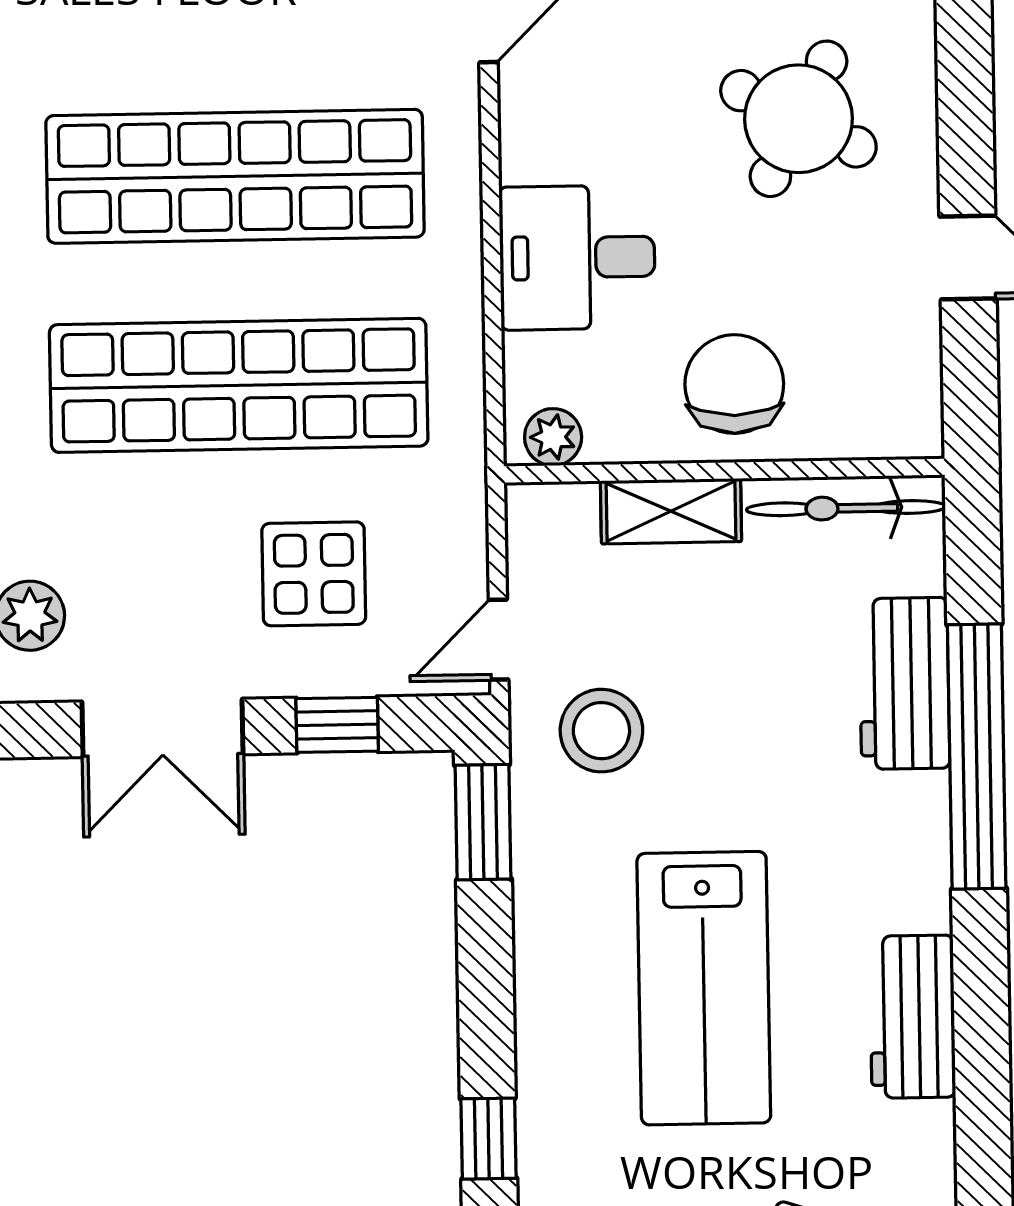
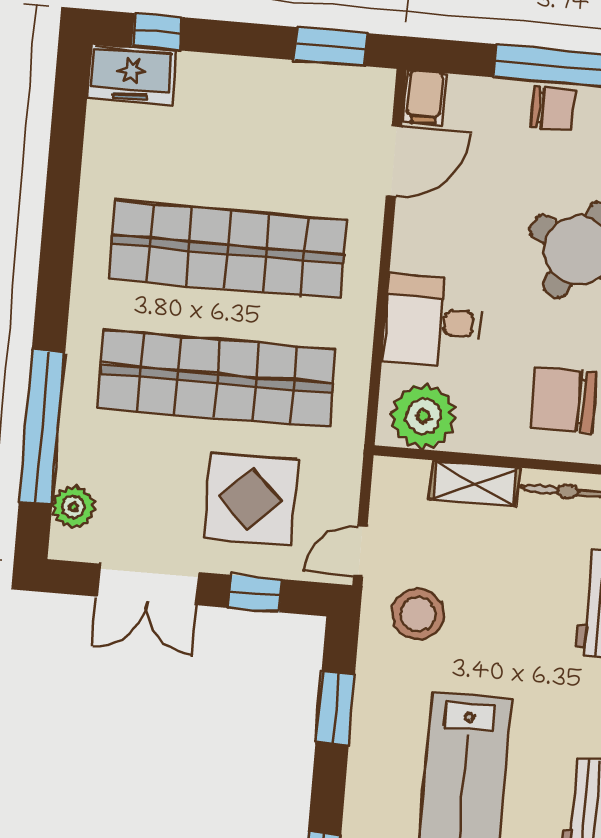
chair: (734, 384) -> (563, 400), moved, turned -90
plant: (553, 437) -> (423, 416), width x1.88, depth x1.88
display table: (314, 574) -> (251, 499), width x1.36, depth x1.36
window: (483, 822) -> (335, 708), moved

